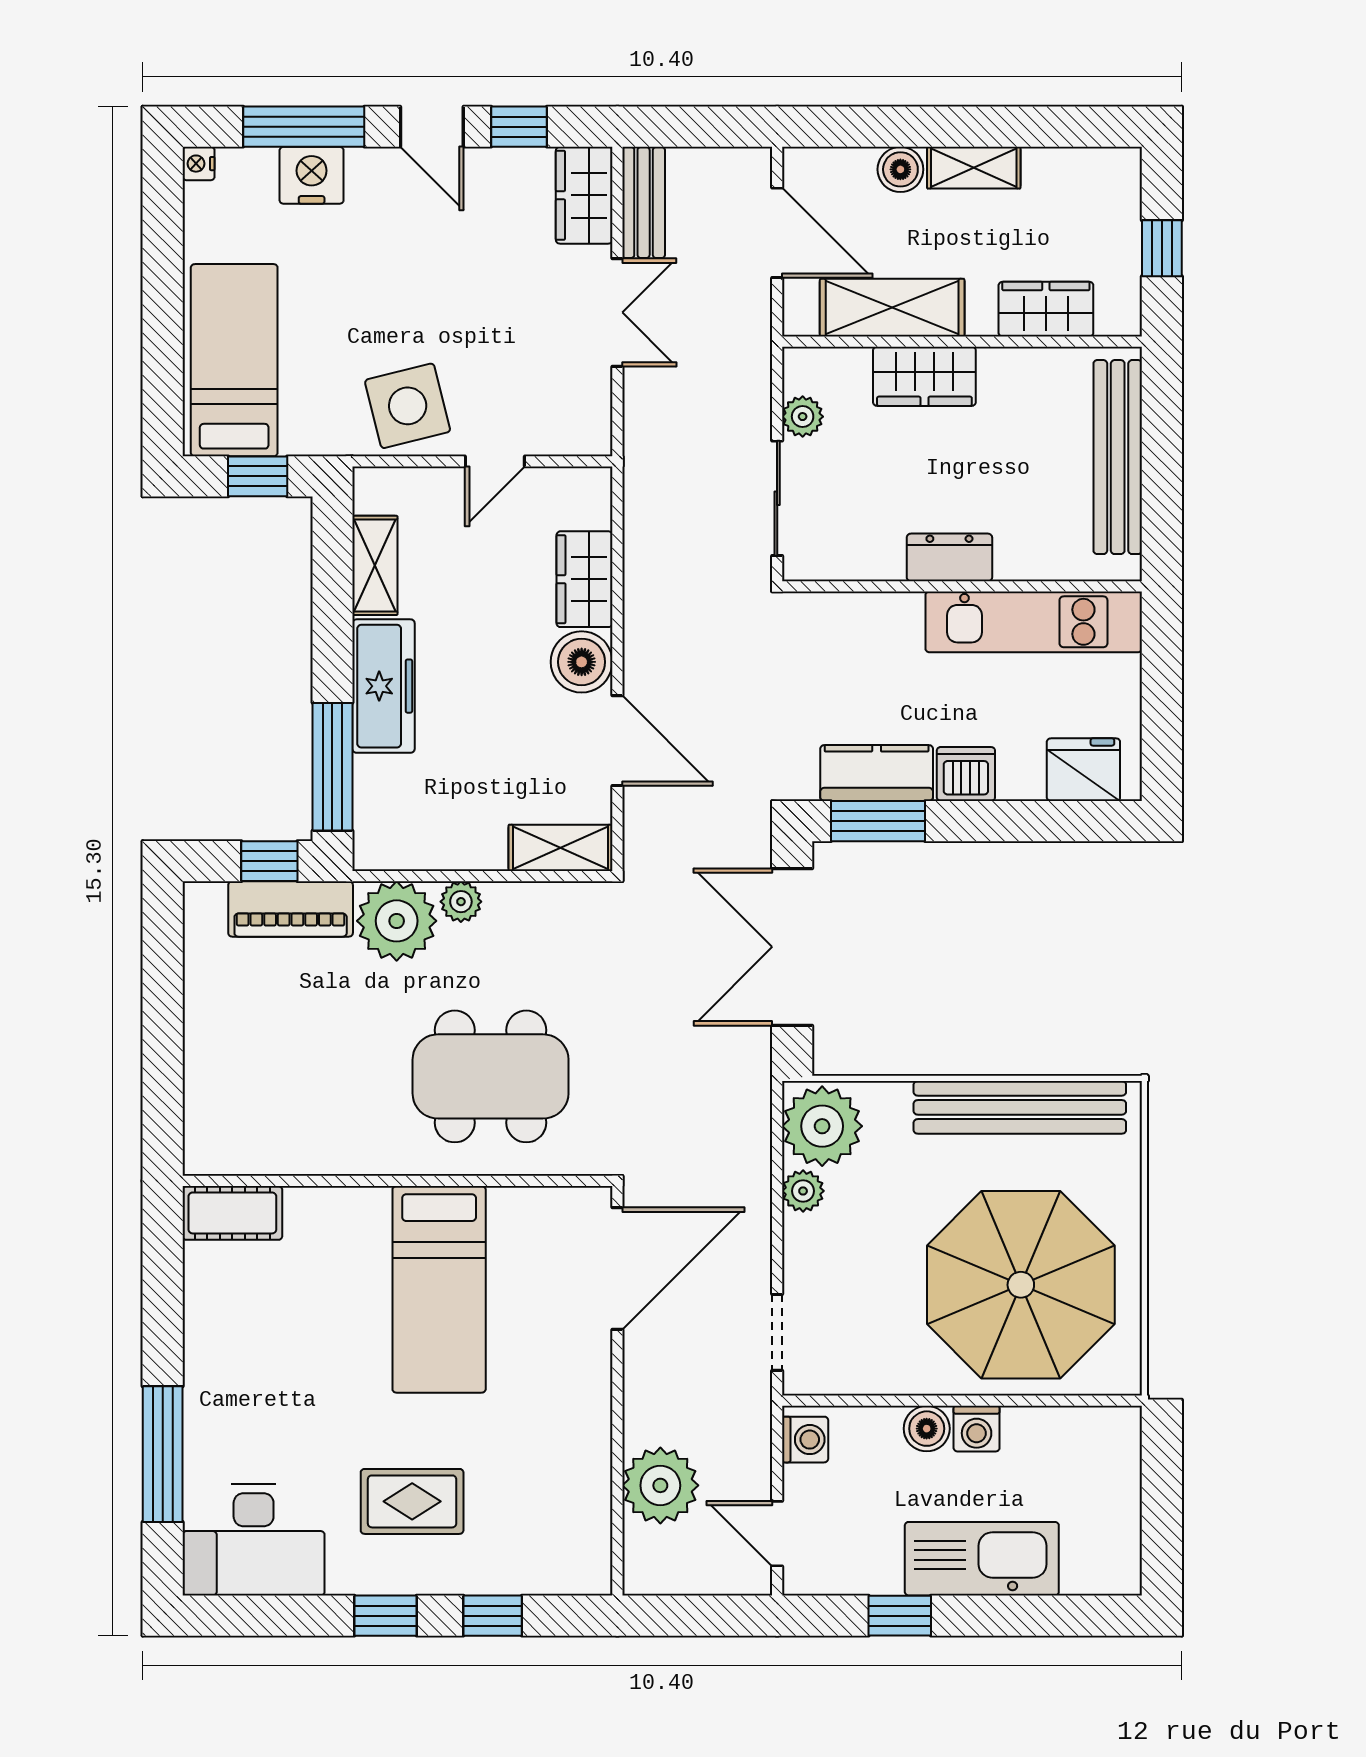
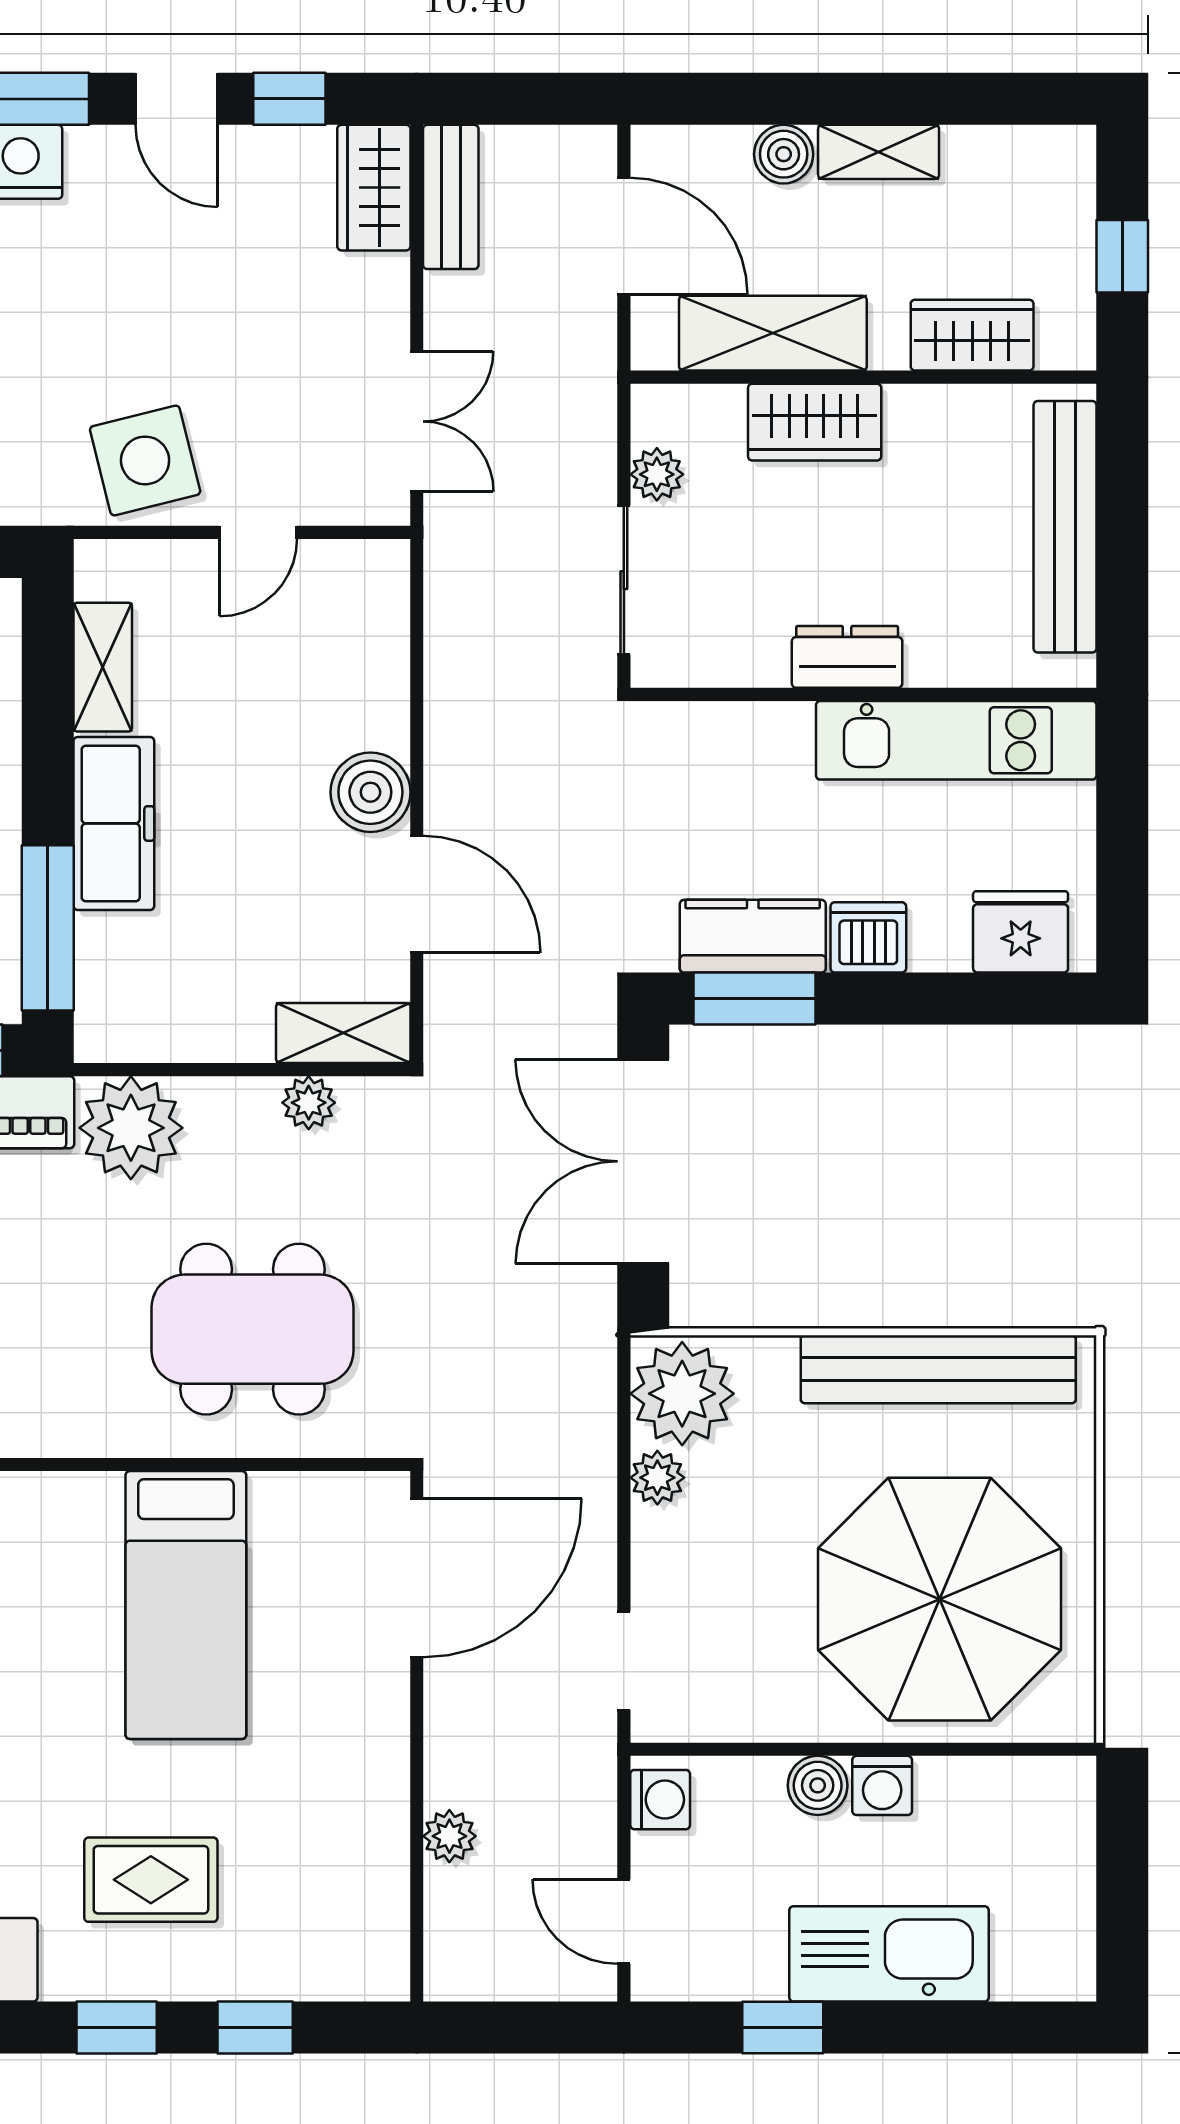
double door: (617, 312) -> (417, 421), moved
wardrobe: (584, 579) -> (374, 685), removed
plant: (461, 902) -> (309, 1103), moved
plant: (660, 1485) -> (449, 1836), width x0.53, depth x0.53

